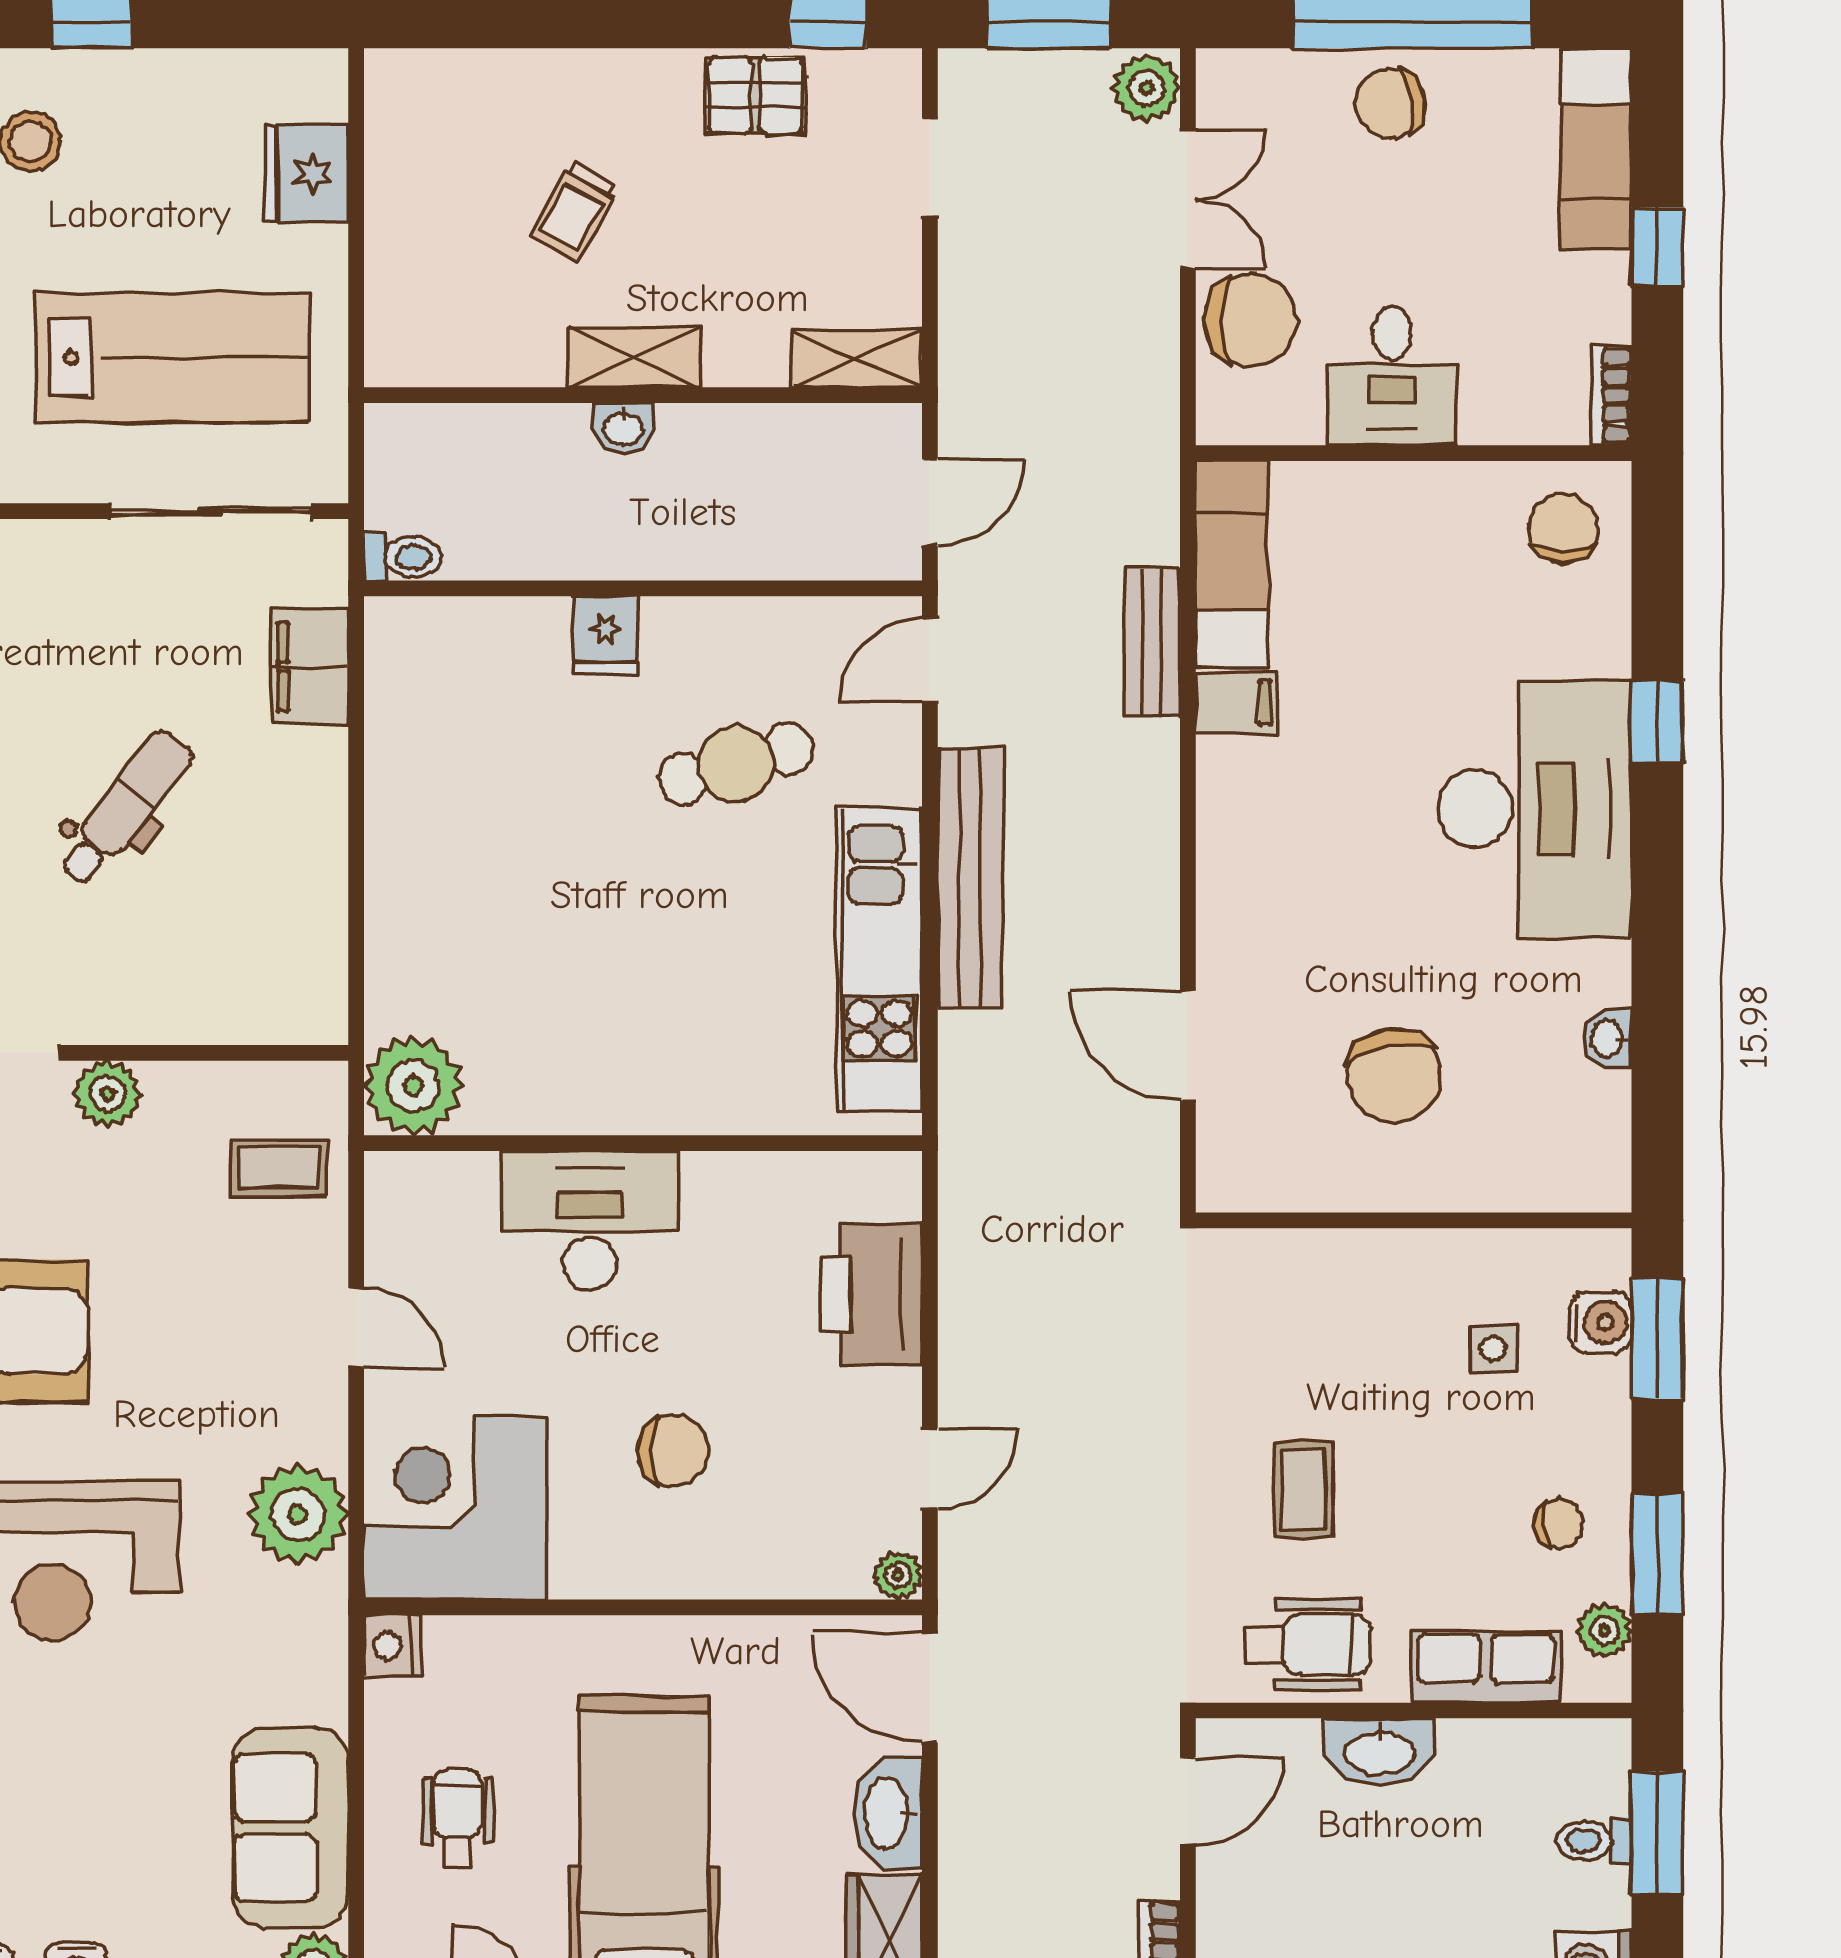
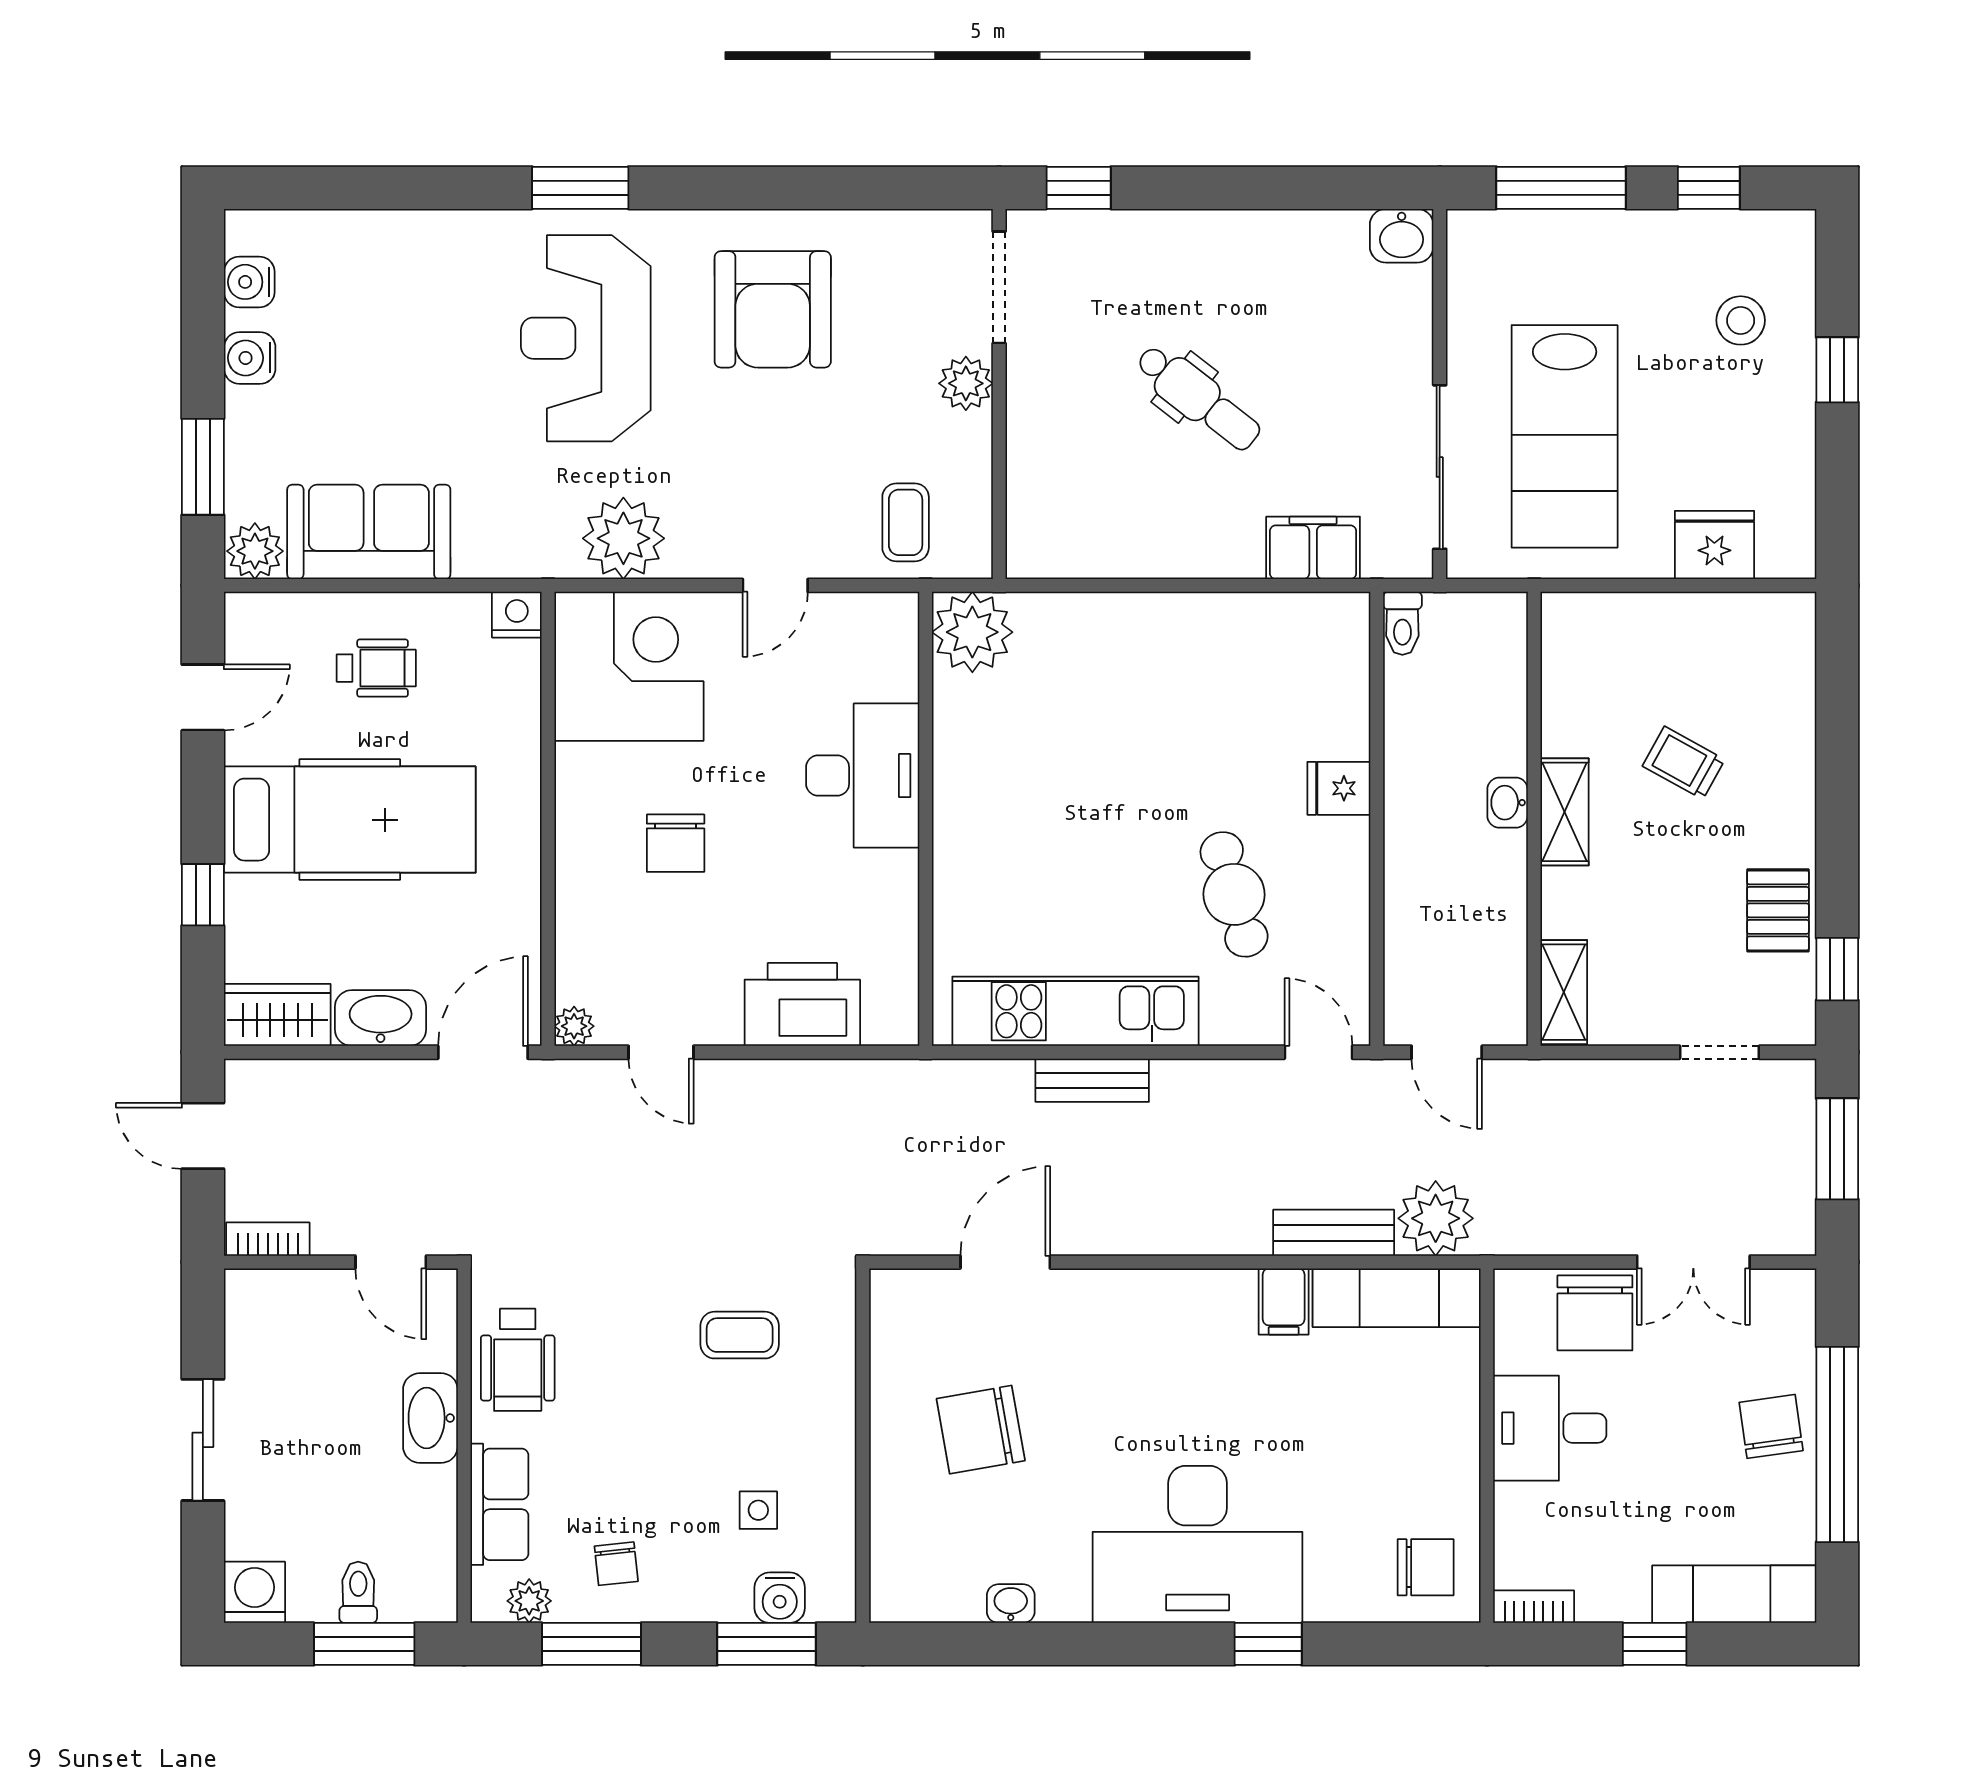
plant: (1146, 88) -> (1436, 1218), moved, width x1.36, depth x1.36
bench: (970, 878) -> (1092, 1080), width x0.54, depth x0.82
coffee table: (1304, 1489) -> (740, 1335), moved

